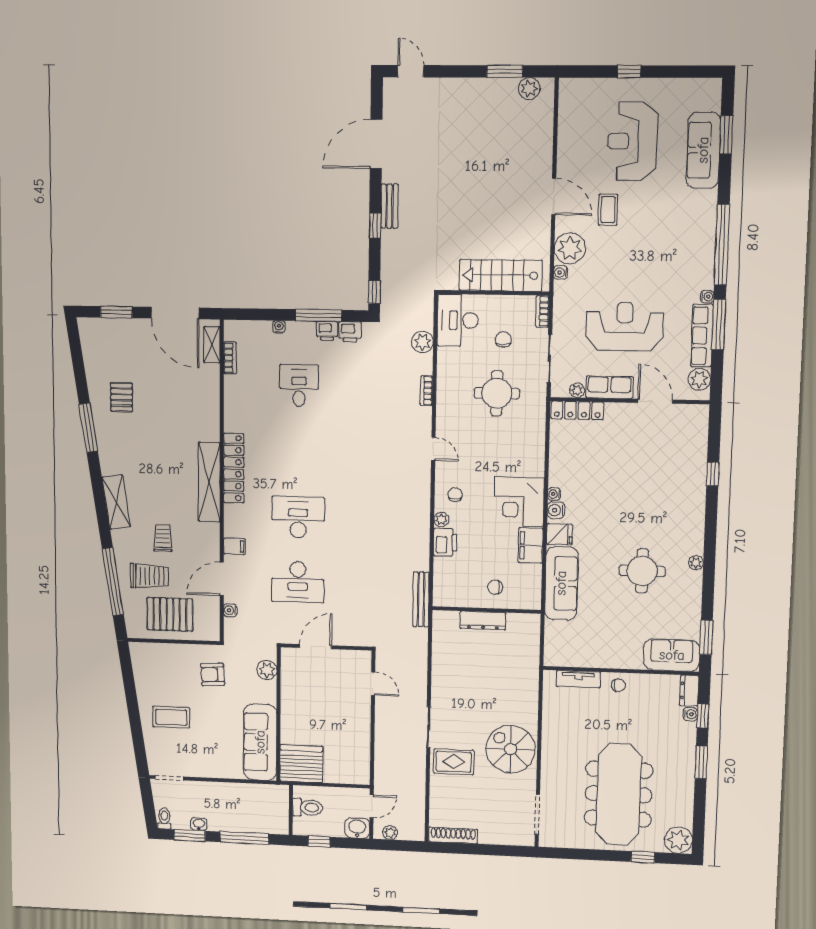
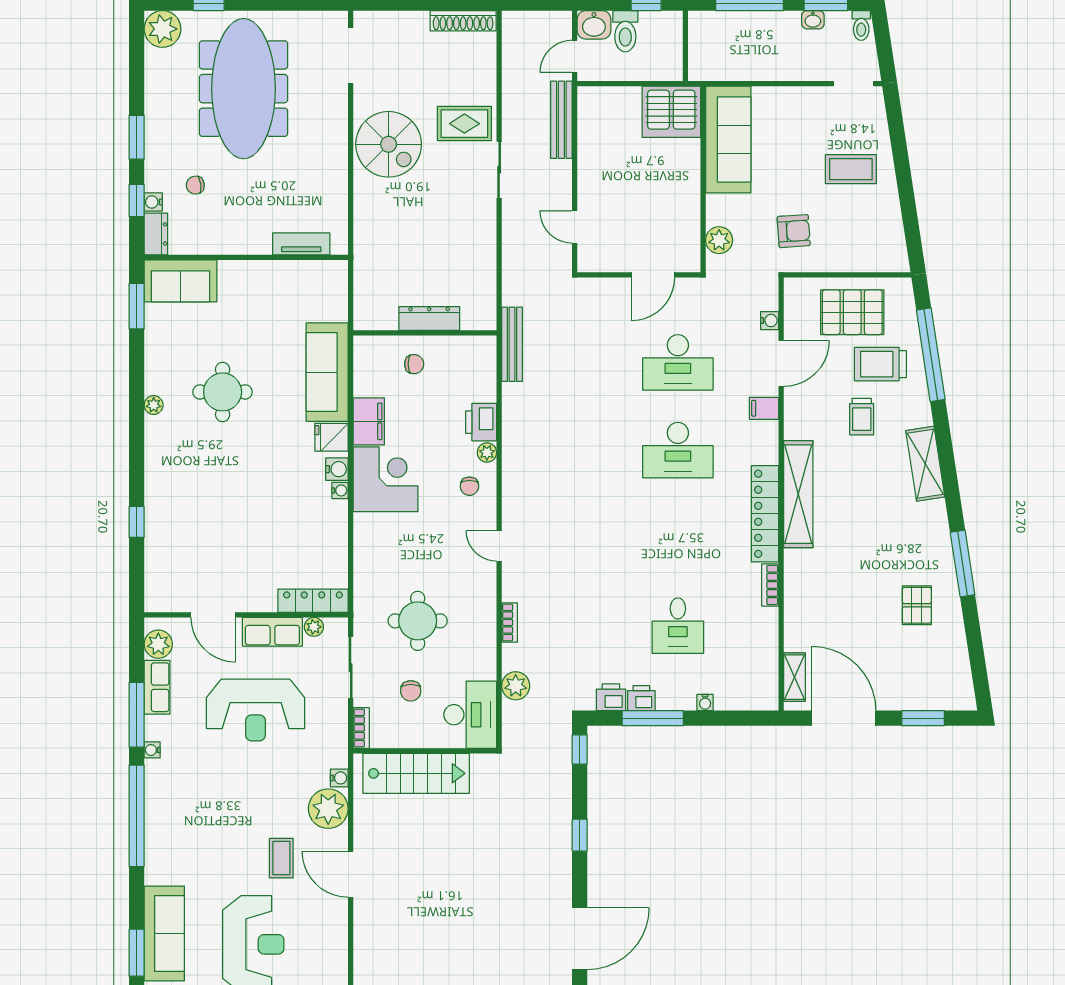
bench: (389, 206) -> (561, 120), moved, width x1.36
row of seats: (702, 336) -> (157, 687), width x0.68
bookcase: (230, 358) -> (770, 585), moved
desk: (298, 582) -> (678, 362), turned 180
chair: (618, 685) -> (195, 185), moved
toilet: (308, 807) -> (625, 31), moved, turned -90
plant: (390, 833) -> (549, 20), removed

